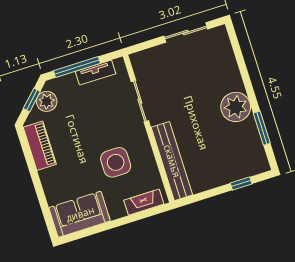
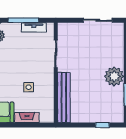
side table: (116, 162) -> (29, 87), width x0.54, depth x0.54
fireplace: (144, 202) -> (27, 117), moved

